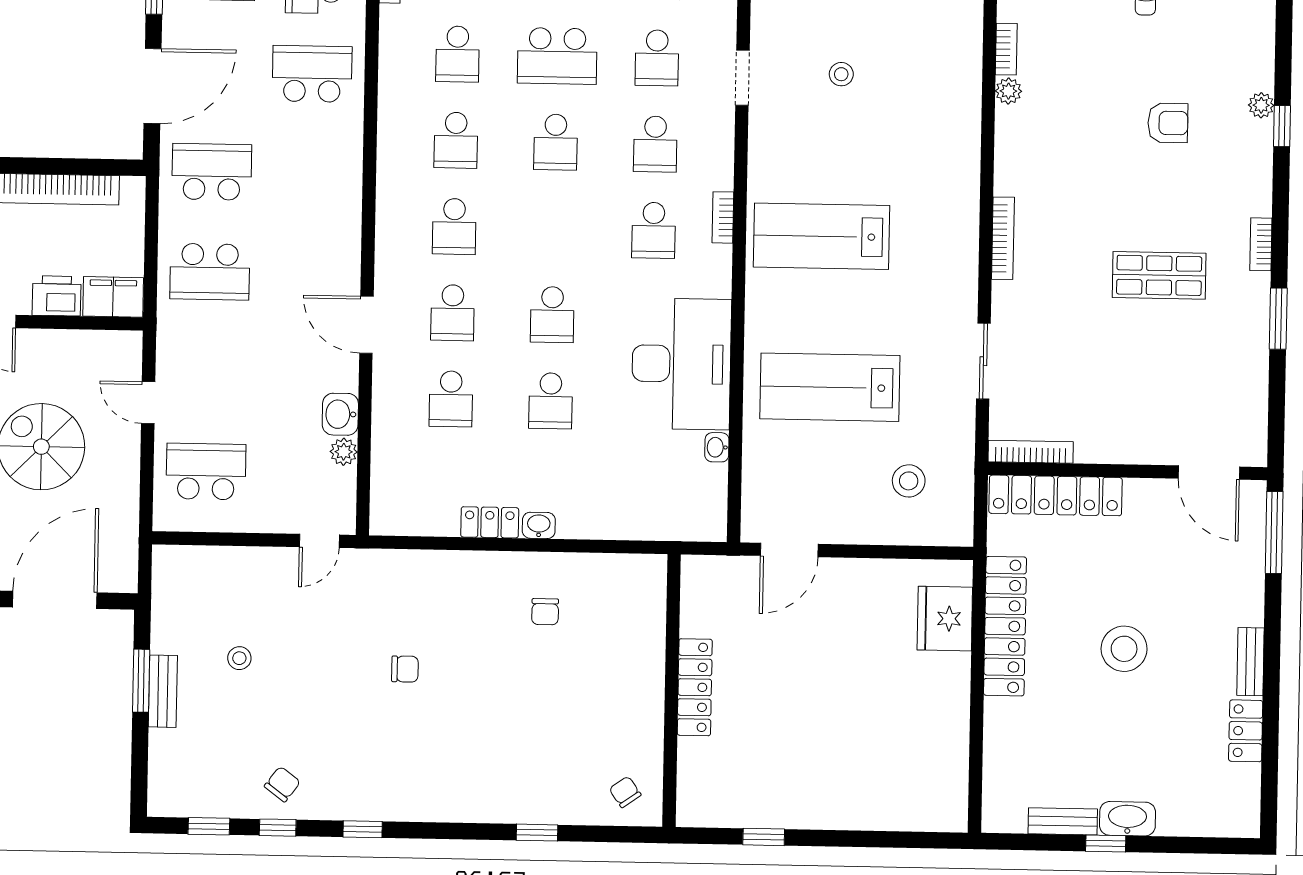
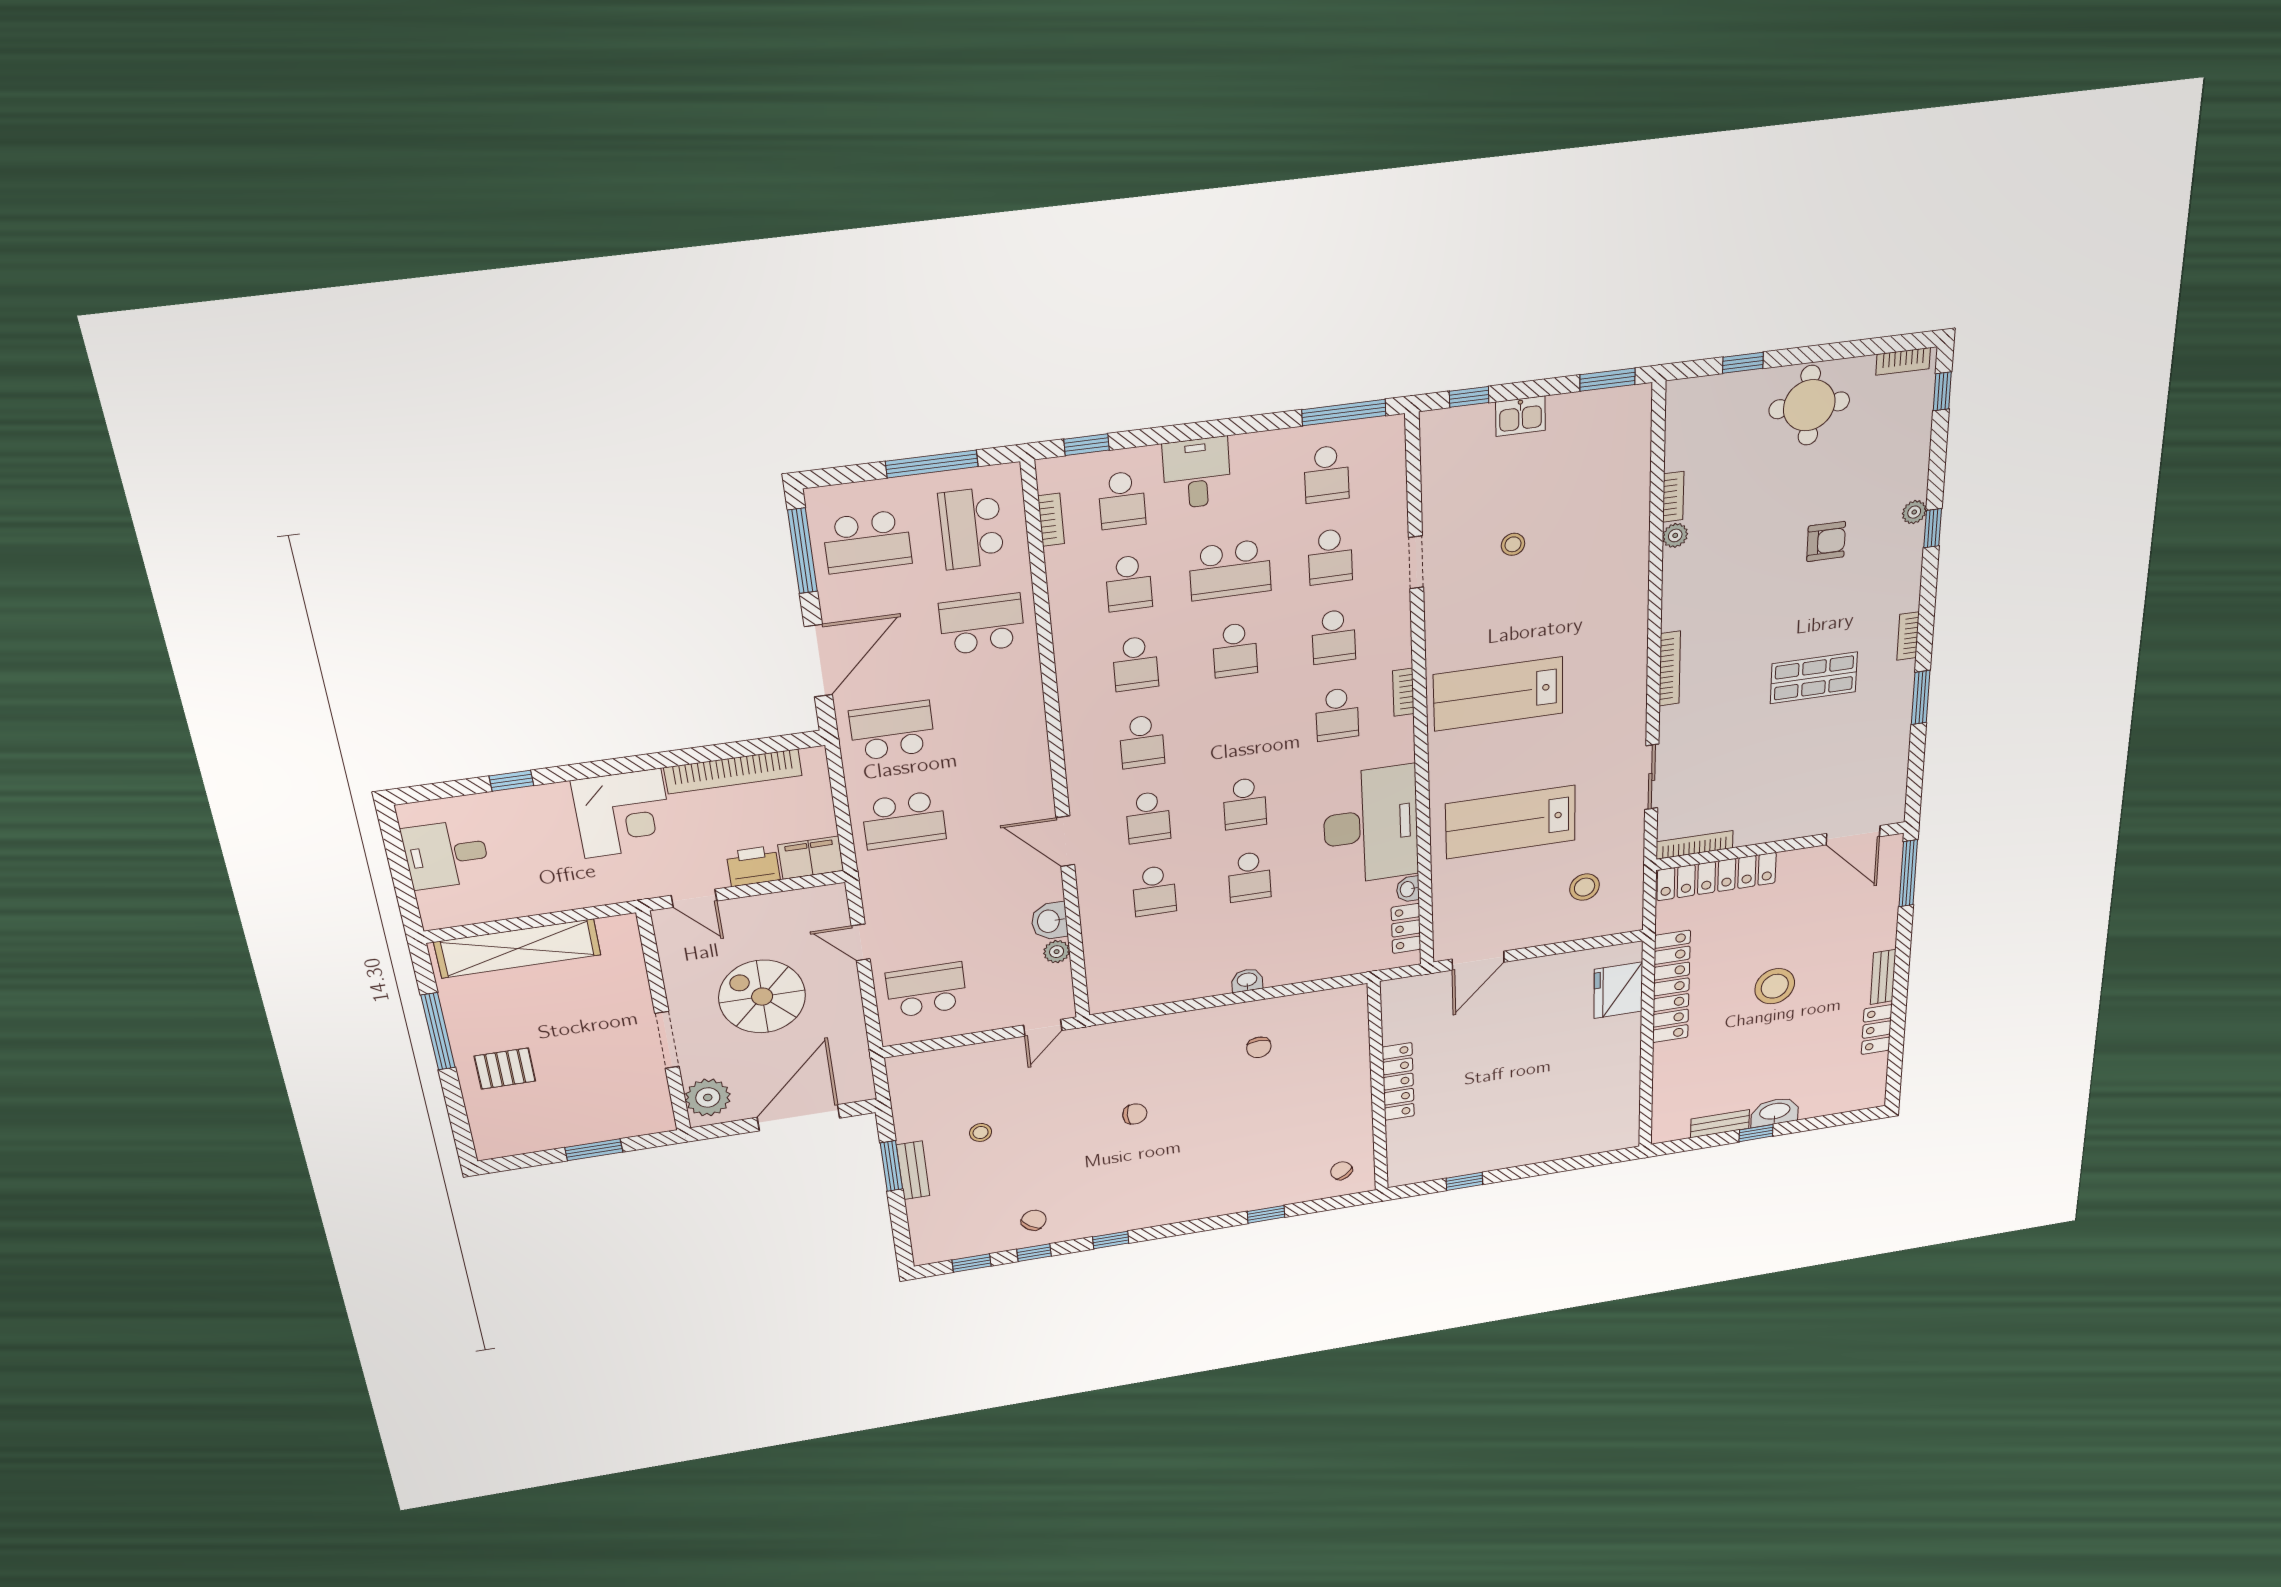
locker: (490, 522) -> (1406, 928), moved, turned -90

